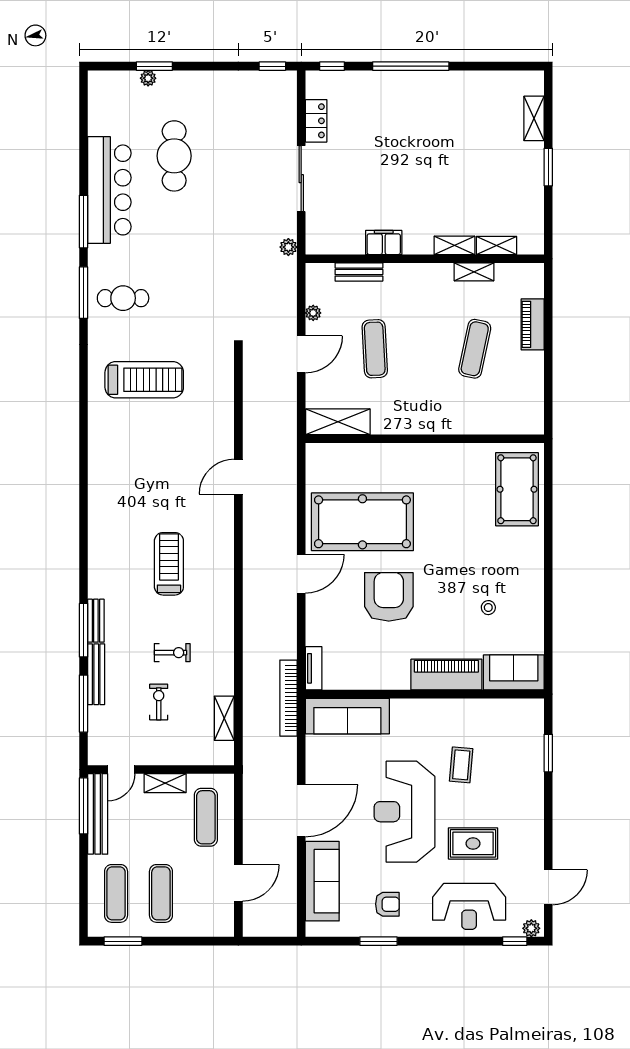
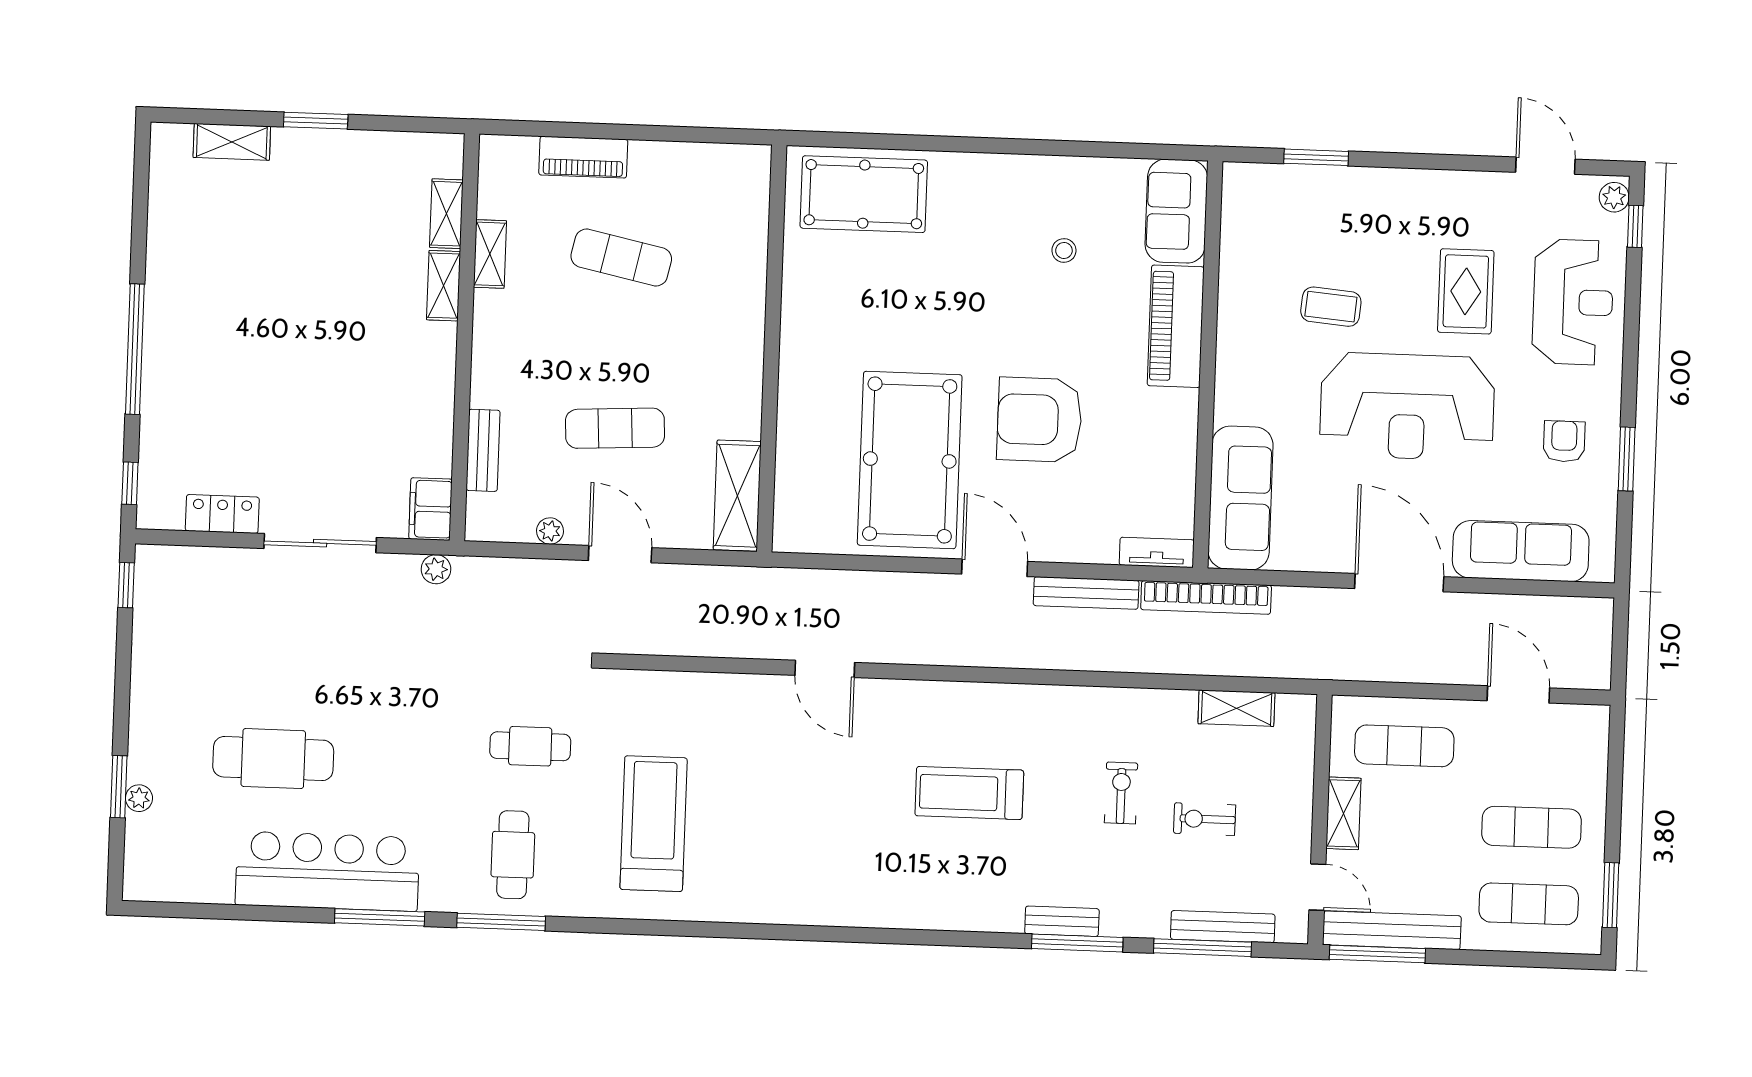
filing cabinet: (384, 242) -> (430, 509), moved
cafe table: (187, 306) -> (530, 746), added
bench: (288, 628) -> (1086, 593), added
bench: (96, 674) -> (1223, 927), moved

